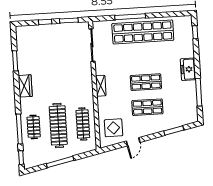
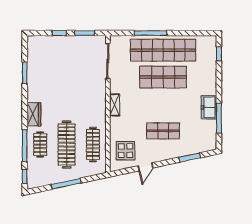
freezer: (188, 69) -> (209, 107), moved
shop shelf: (146, 82) -> (163, 77), moved, width x1.43, depth x1.36
wardrobe: (25, 86) -> (34, 114), moved

